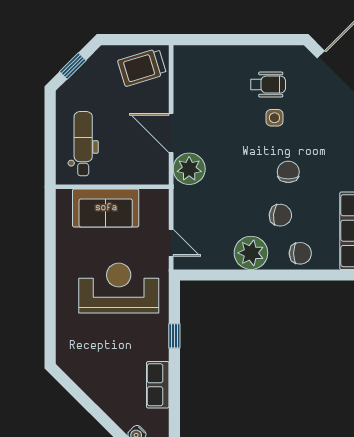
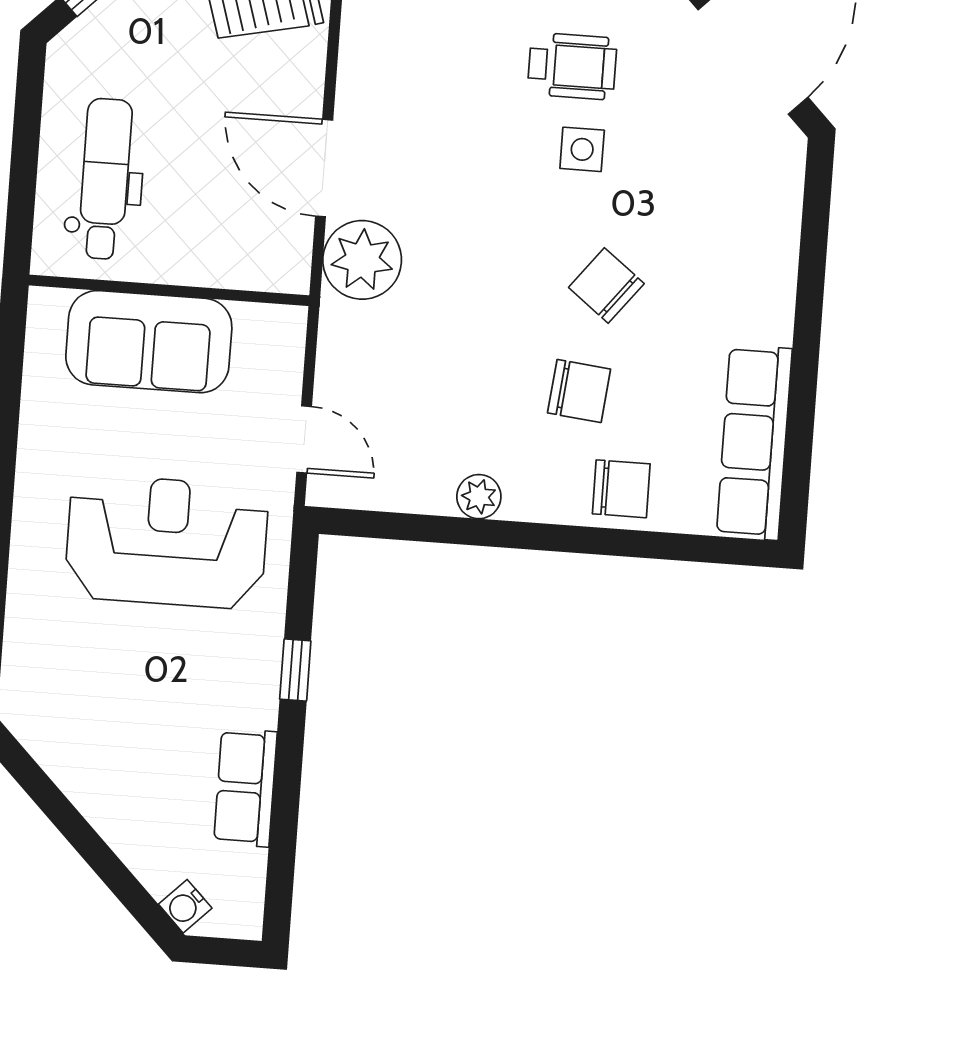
chair: (288, 172) -> (606, 286), turned -52
plant: (251, 253) -> (479, 497), width x0.53, depth x0.53

